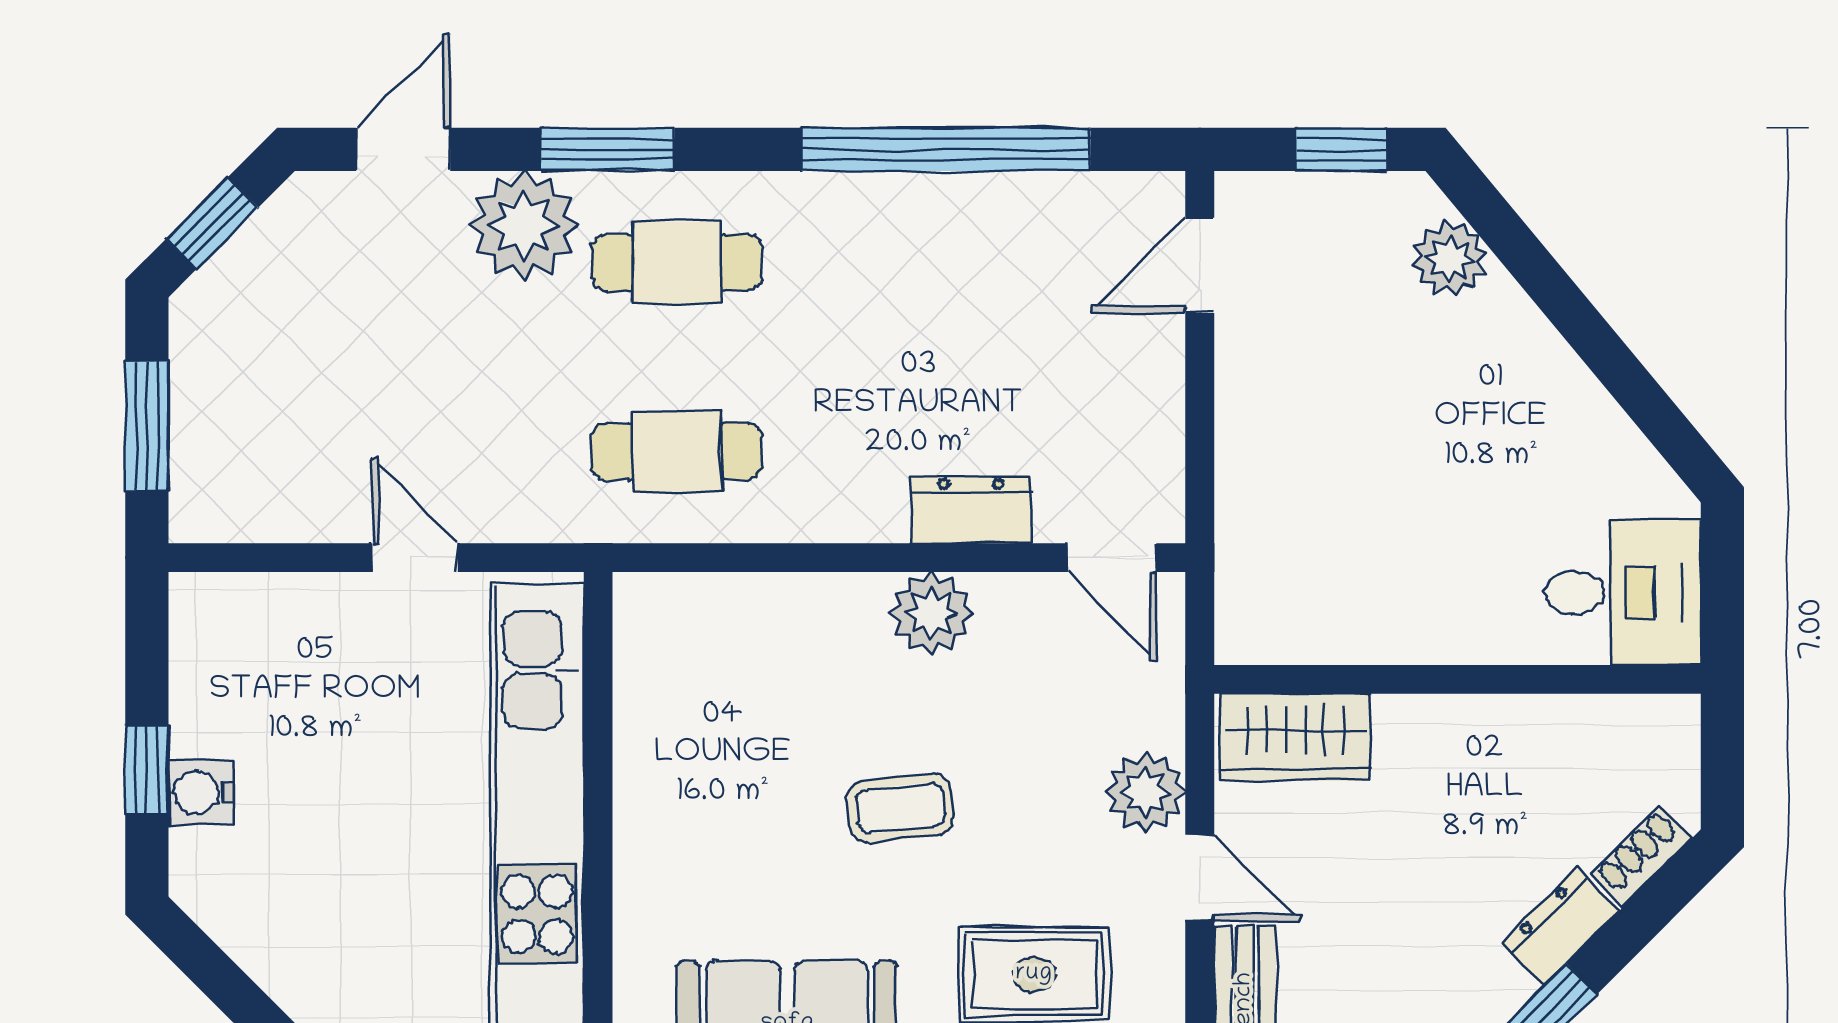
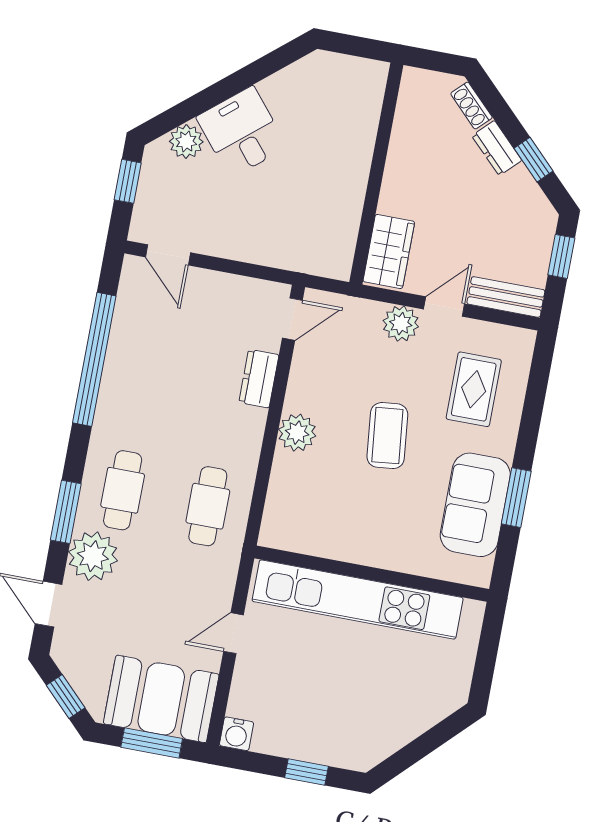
booth: (245, 429) -> (161, 699), added
desk: (1623, 593) -> (242, 132), moved, turned -40
plant: (931, 613) -> (297, 433), moved
water cooler: (201, 793) -> (236, 734), moved
coffee table: (900, 808) -> (387, 436), width x1.36, depth x1.30

